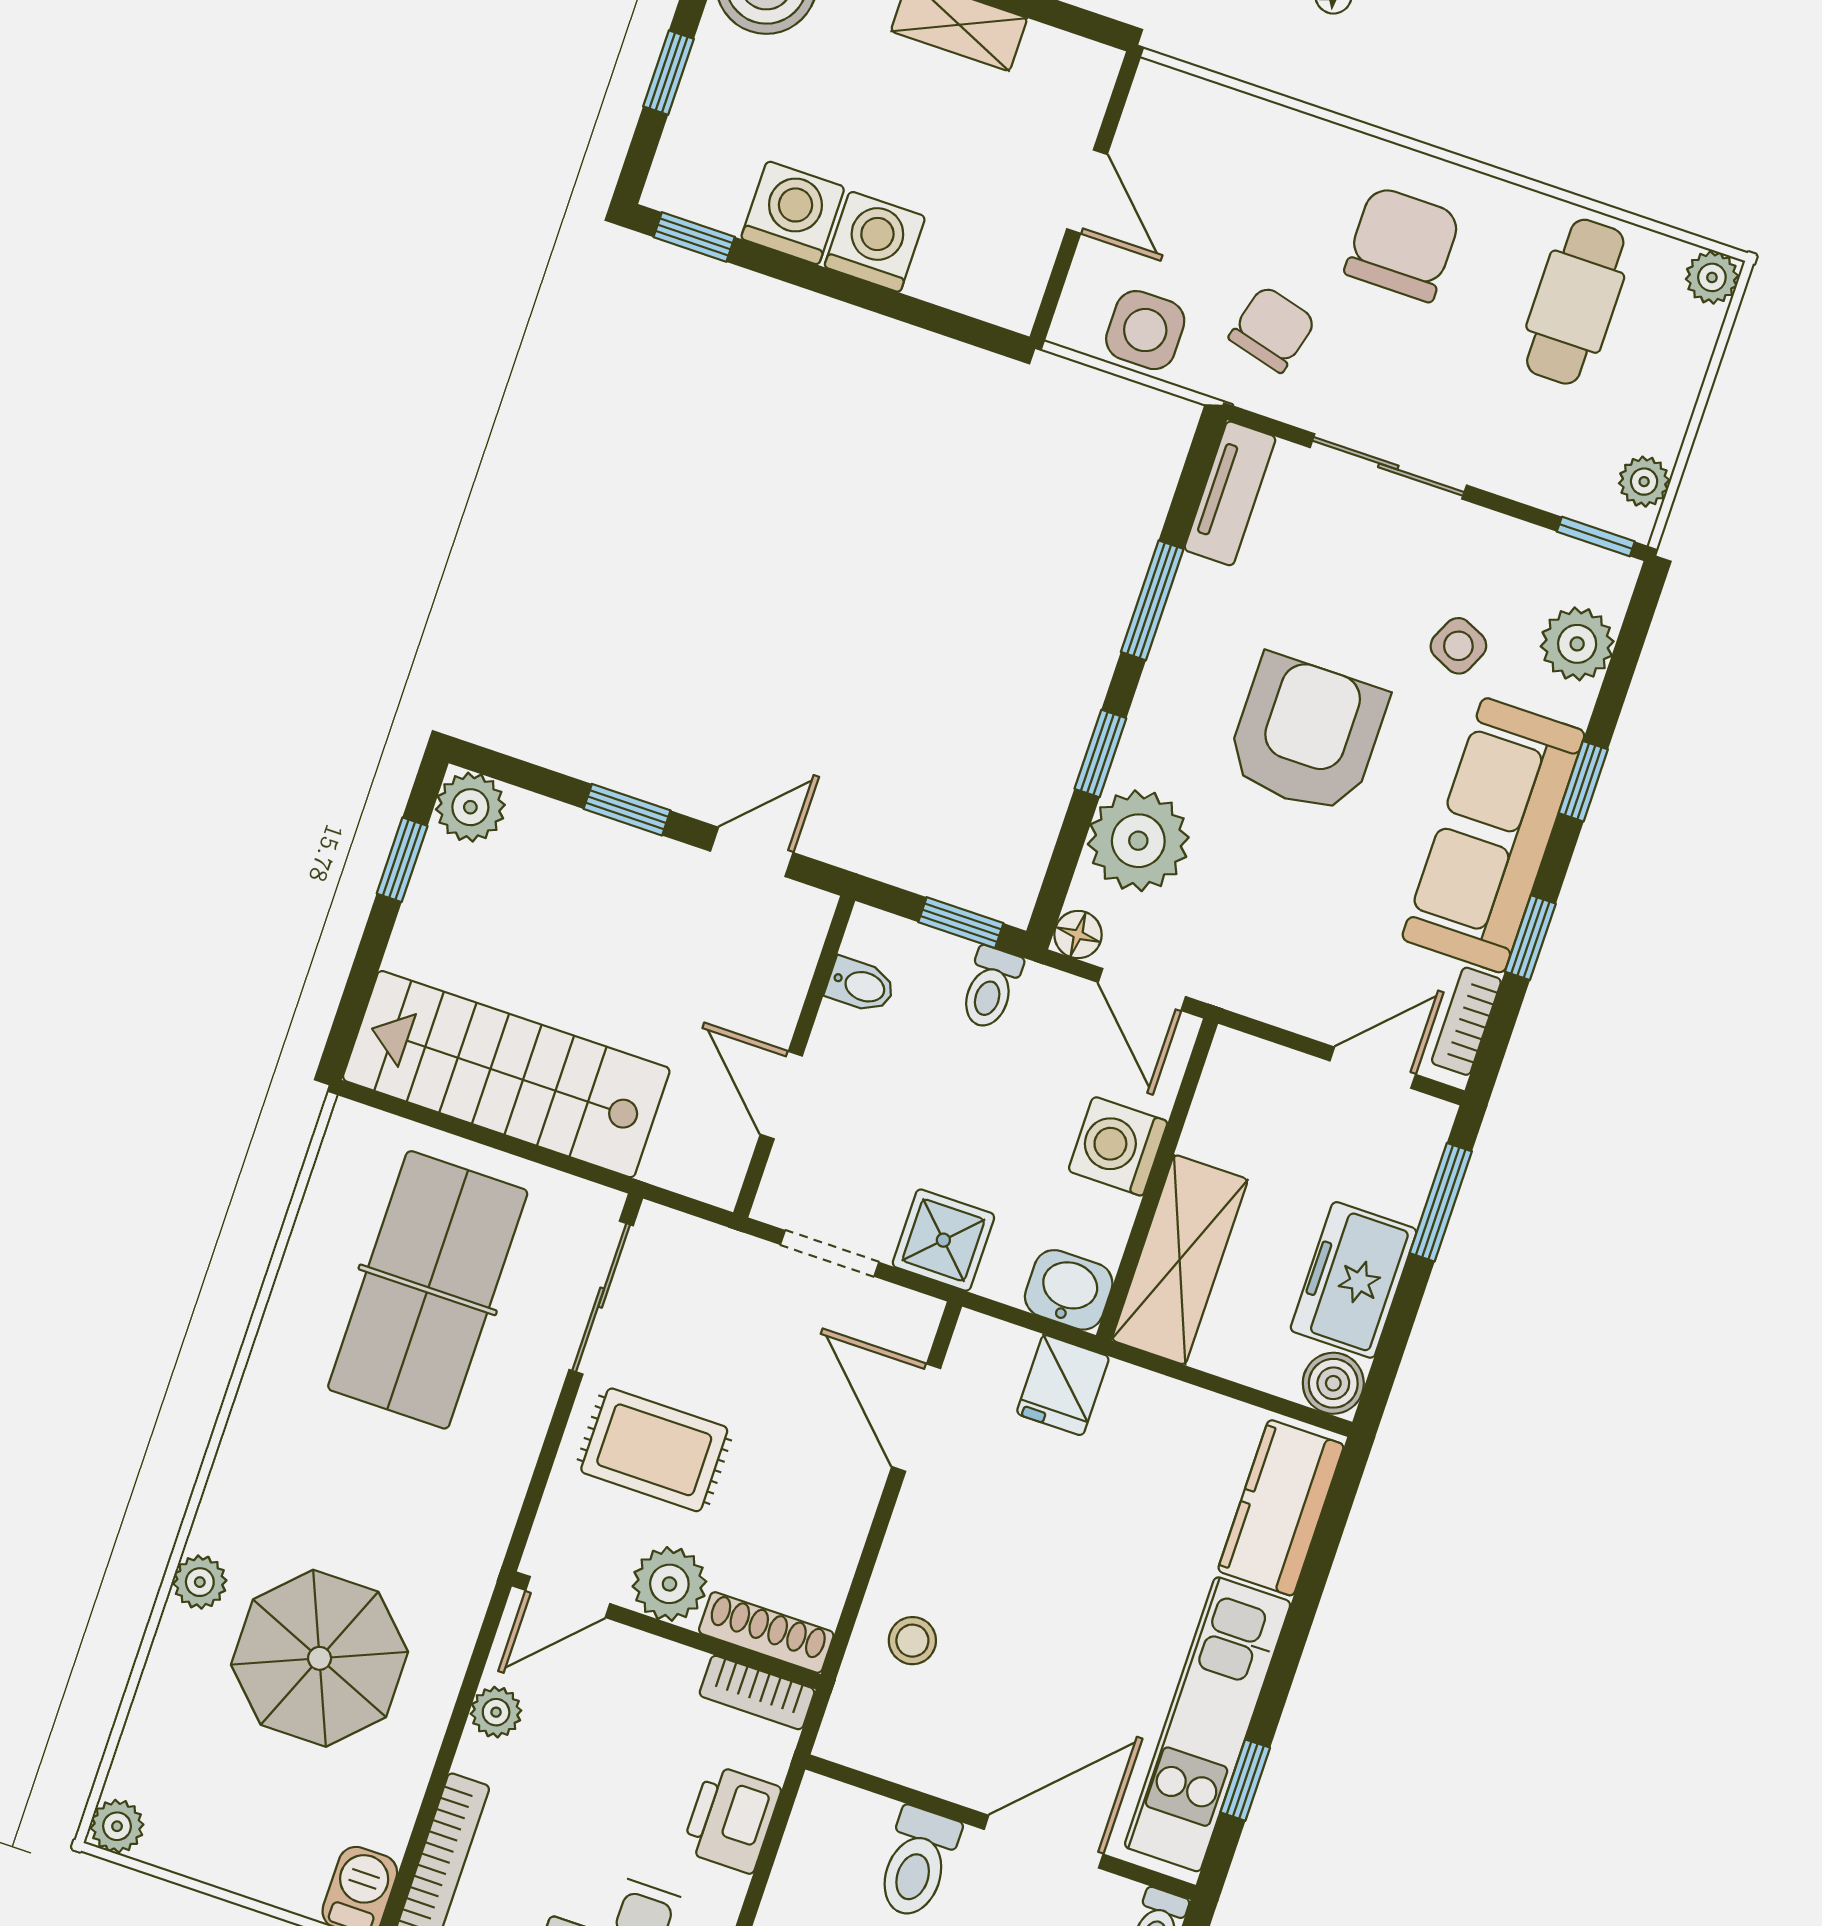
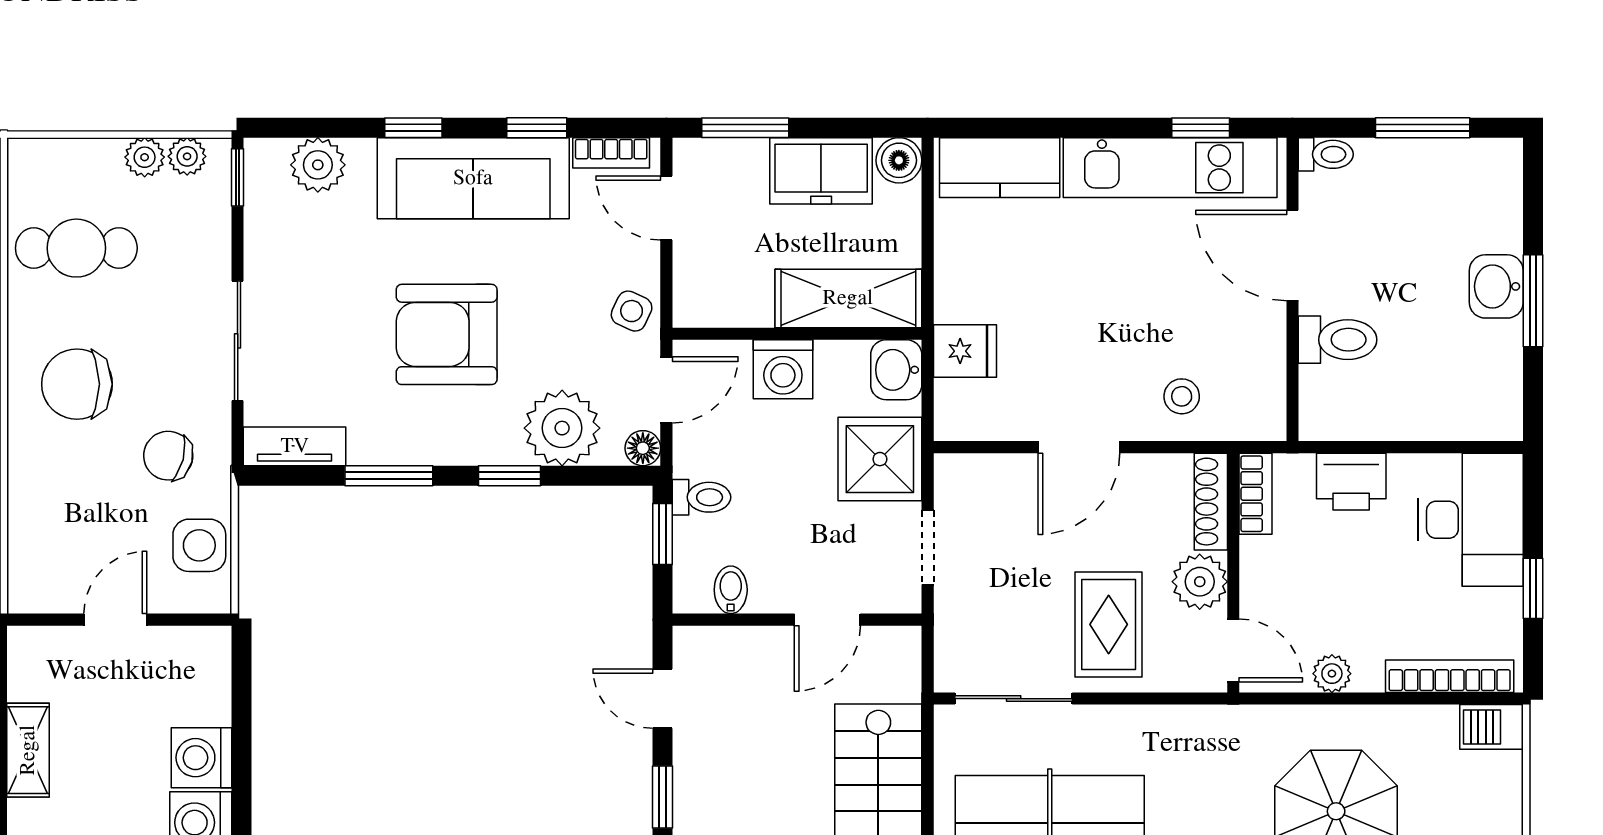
plant: (1712, 277) -> (145, 157), moved
side table: (1458, 646) -> (632, 311), moved
shower: (943, 1240) -> (880, 459), width x1.36, depth x1.36
door: (916, 1418) -> (1079, 447), moved

